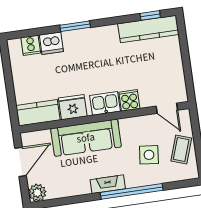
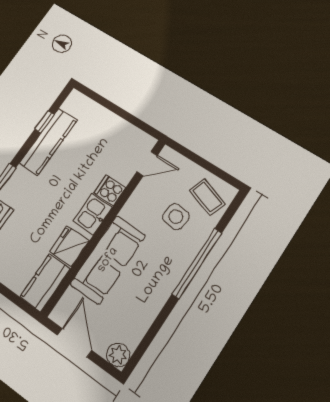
window: (150, 15) -> (44, 122), moved
kitchen counter: (148, 29) -> (48, 142), moved
coffee table: (181, 150) -> (207, 197), moved
fireplace: (108, 184) -> (170, 280), removed

